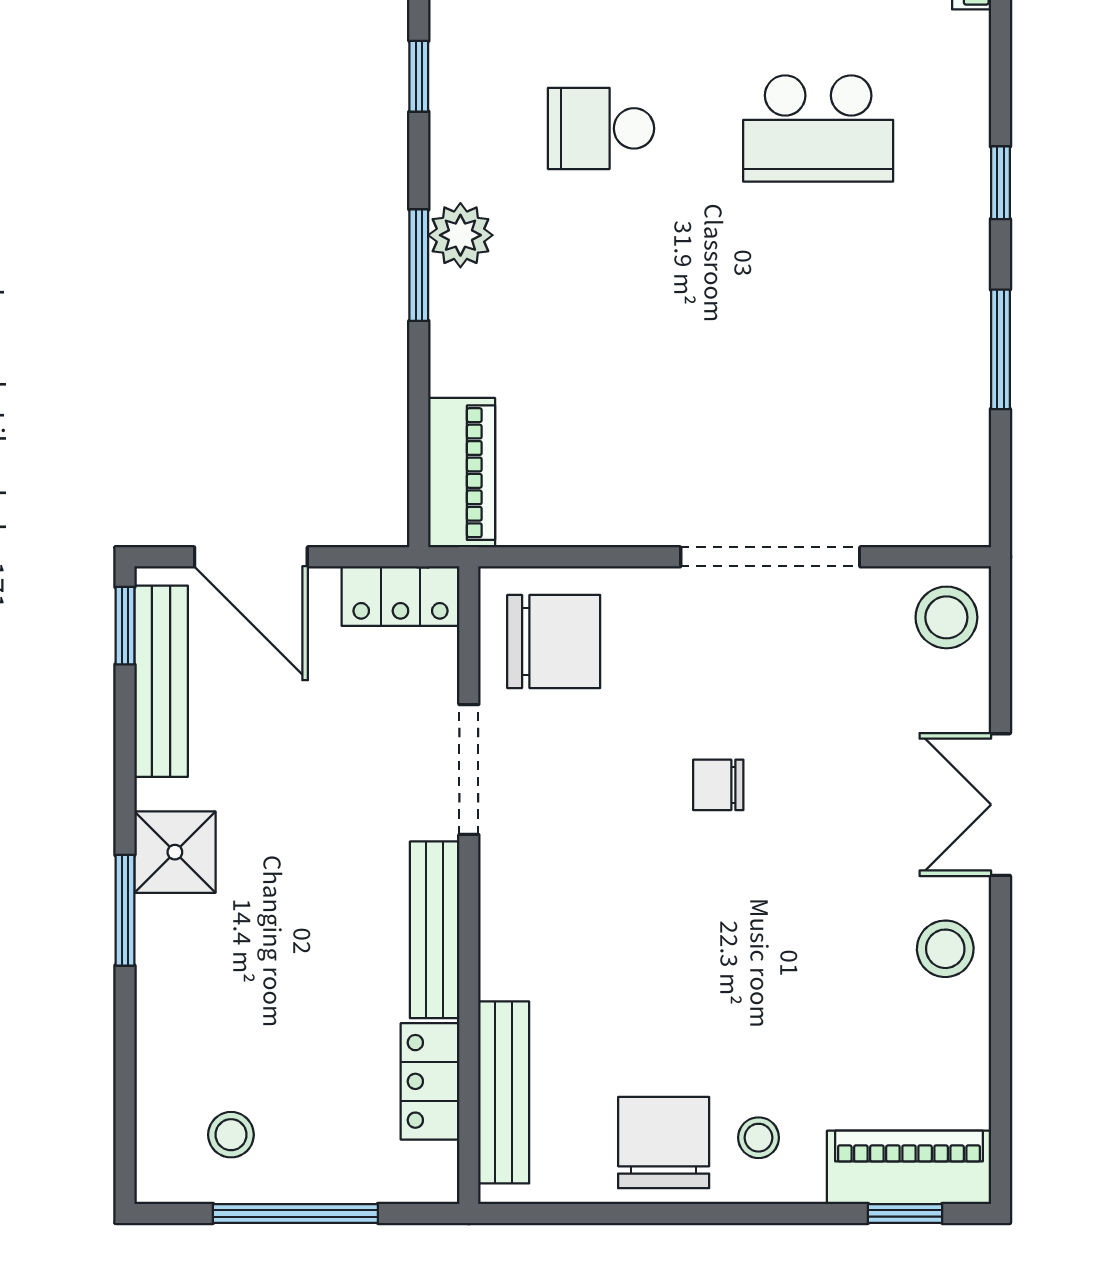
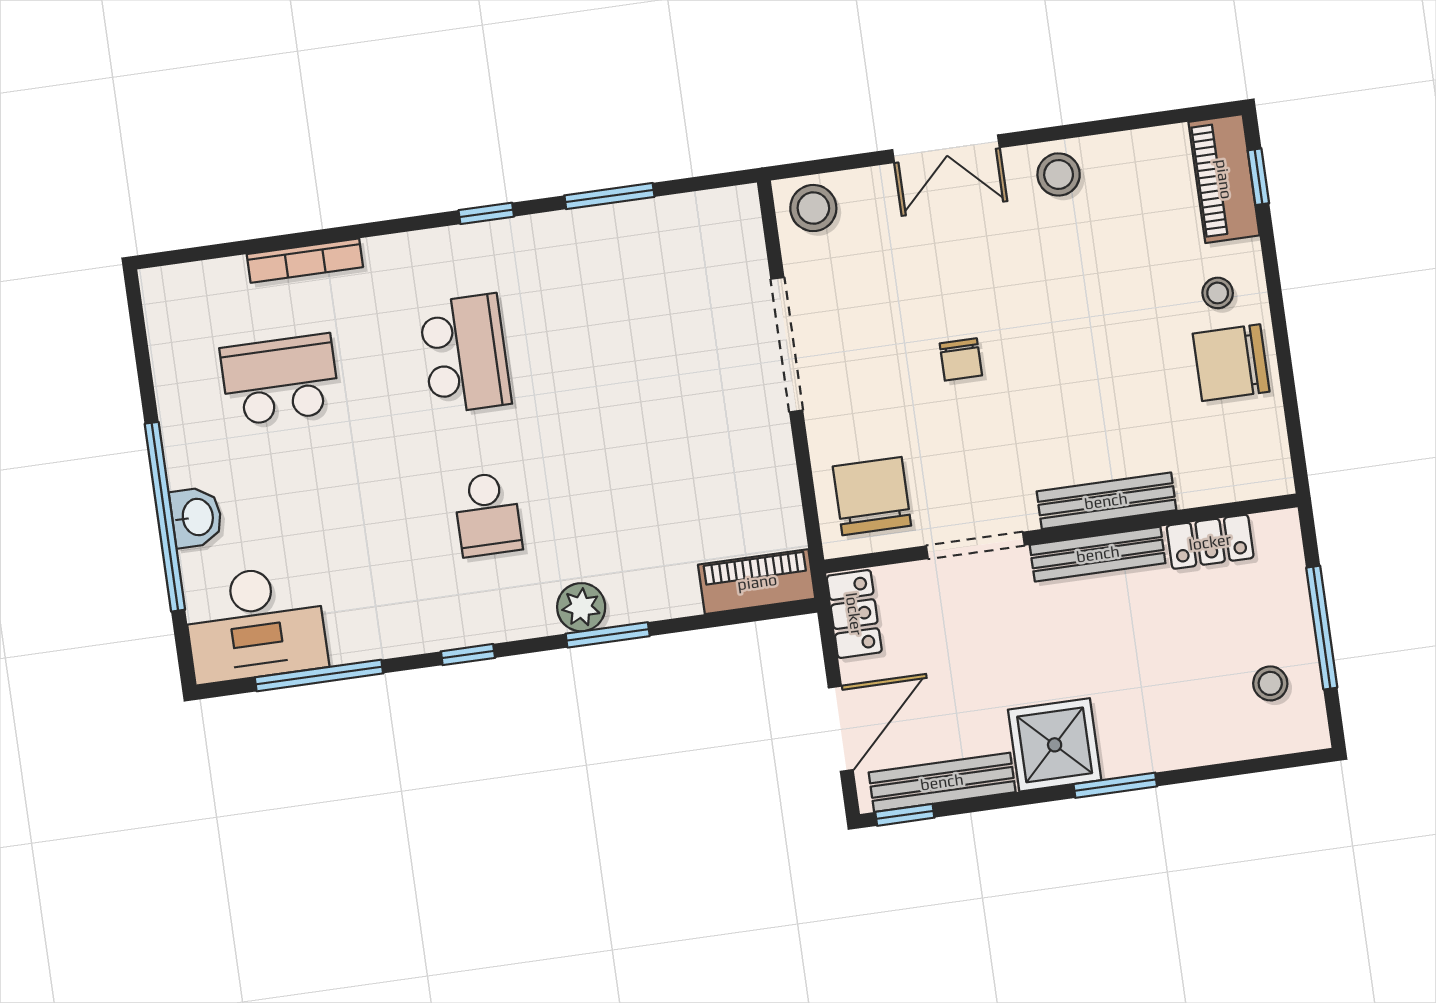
shower: (175, 852) -> (1055, 745), width x1.36, depth x1.36
bench: (504, 1092) -> (1106, 501), moved

